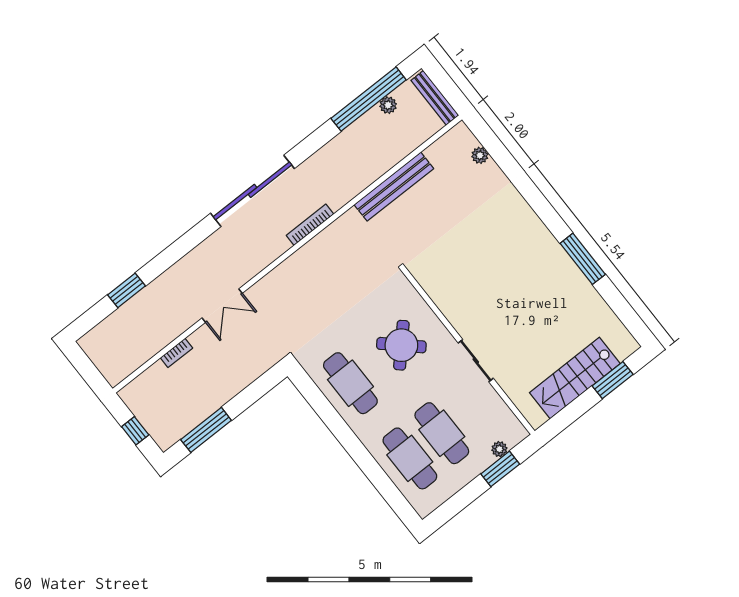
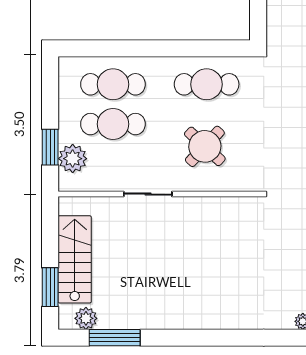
window: (583, 259) -> (115, 338), moved
plant: (615, 332) -> (86, 318), added
plant: (499, 449) -> (73, 159), width x1.88, depth x1.88

